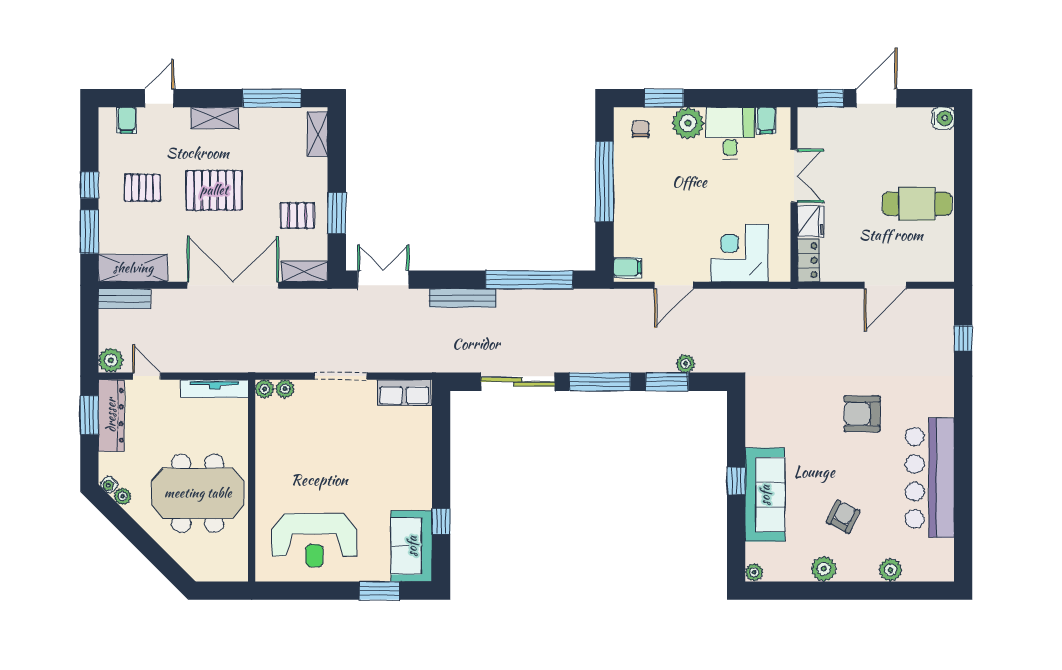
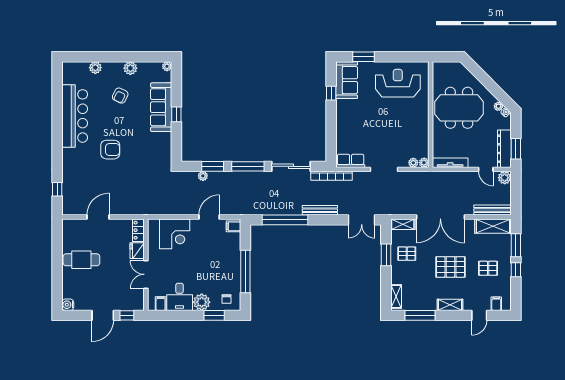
bench: (124, 299) -> (493, 210), width x1.36
bookcase: (441, 364) -> (331, 176), added

